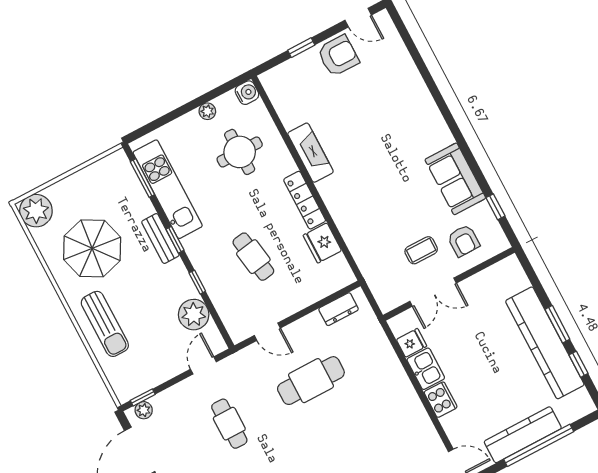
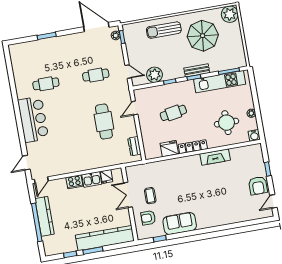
kitchen counter: (545, 343) -> (105, 238), moved

